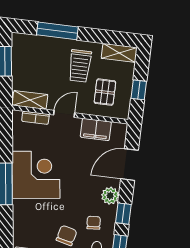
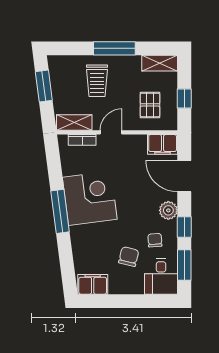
window: (57, 31) -> (114, 48), moved
trolley: (80, 66) -> (97, 81), moved
filing cabinet: (96, 130) -> (163, 144), moved
door: (129, 165) -> (184, 176), hinge flipped

